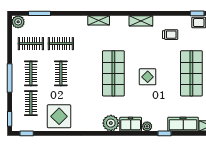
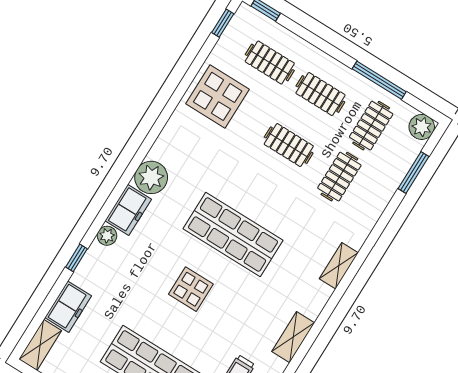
window: (10, 78) -> (379, 80), moved
freezer: (183, 124) -> (68, 307), width x0.71

